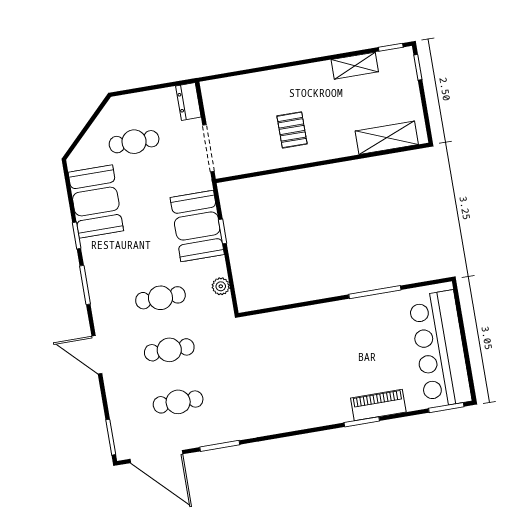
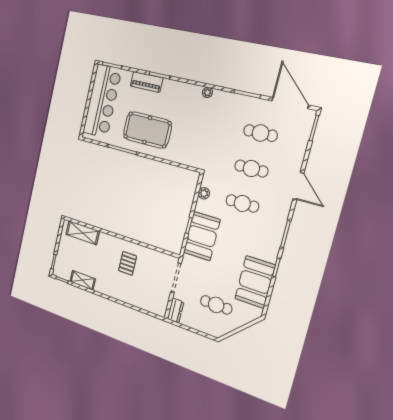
pool table: (347, 337) -> (147, 130), added
plant: (278, 426) -> (207, 92), added

